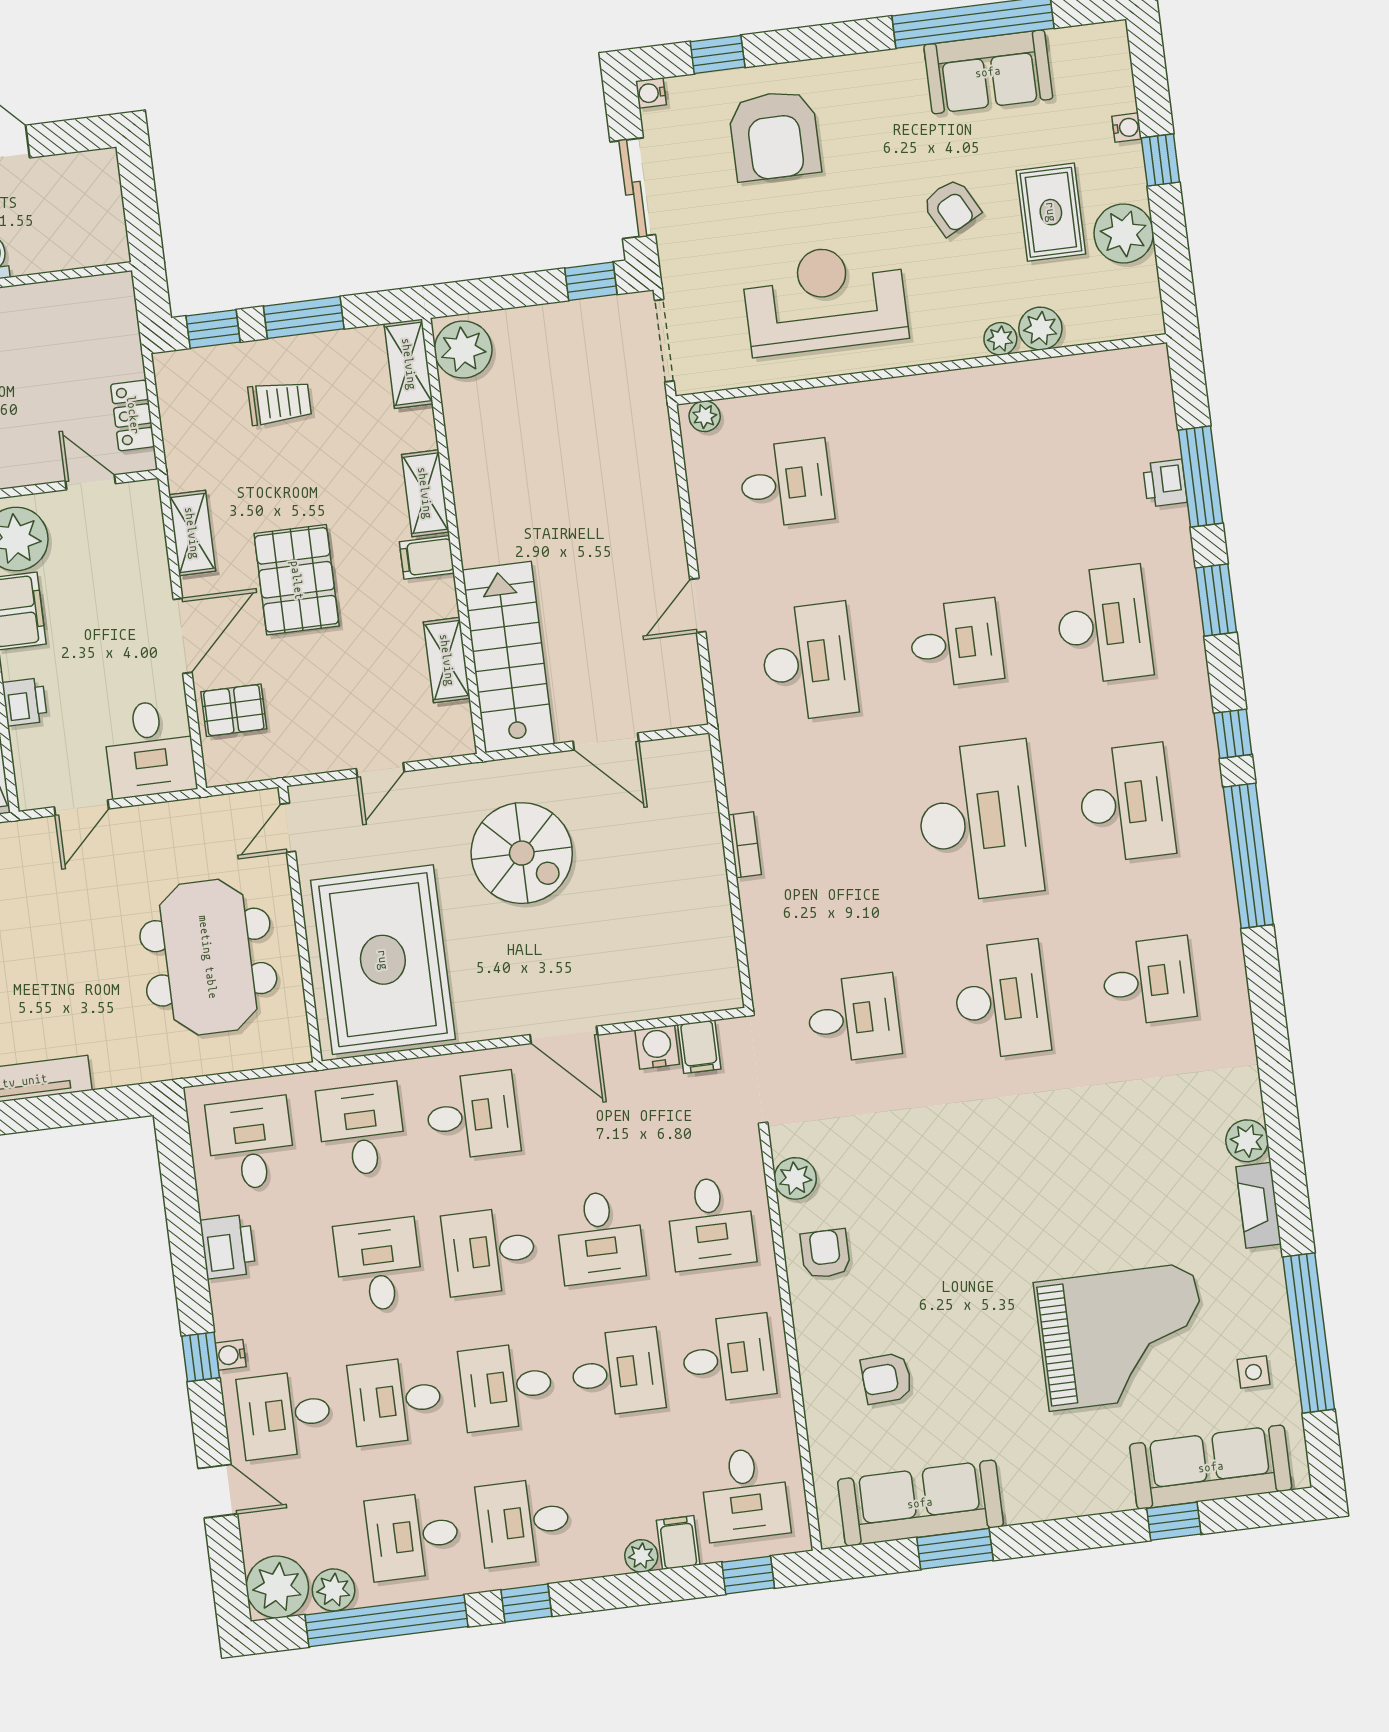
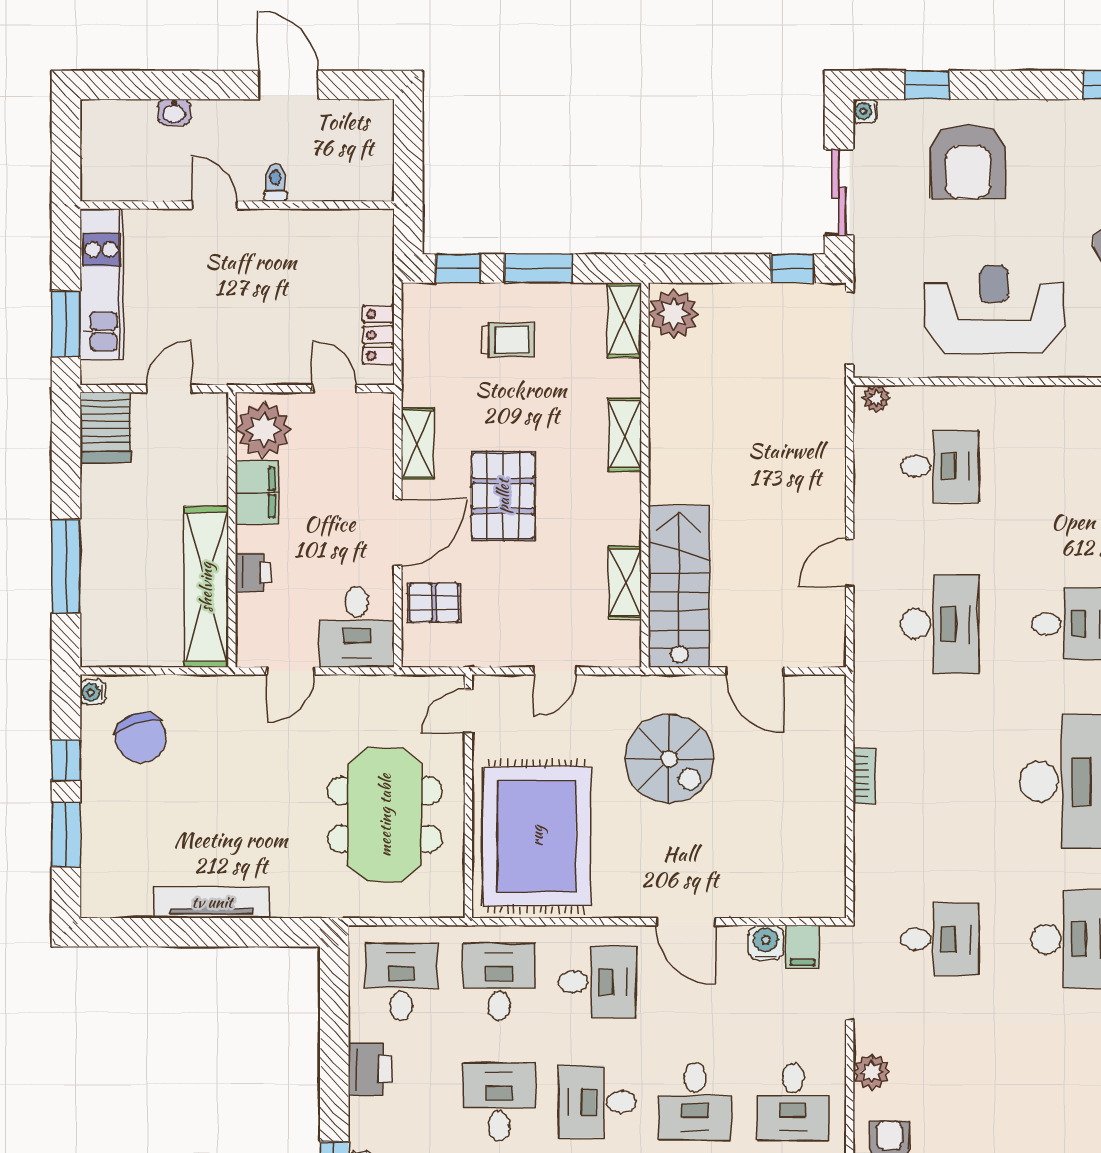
filing cabinet: (427, 557) -> (619, 491), removed

